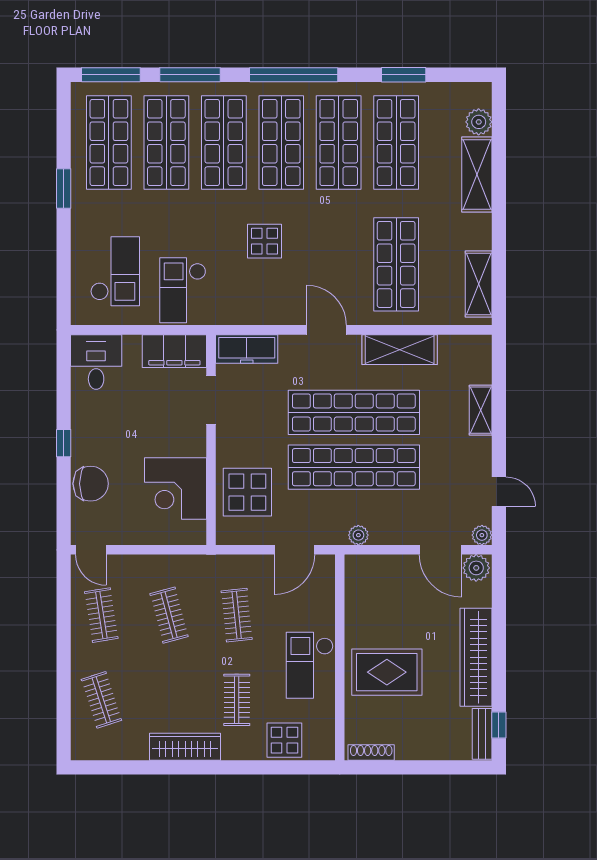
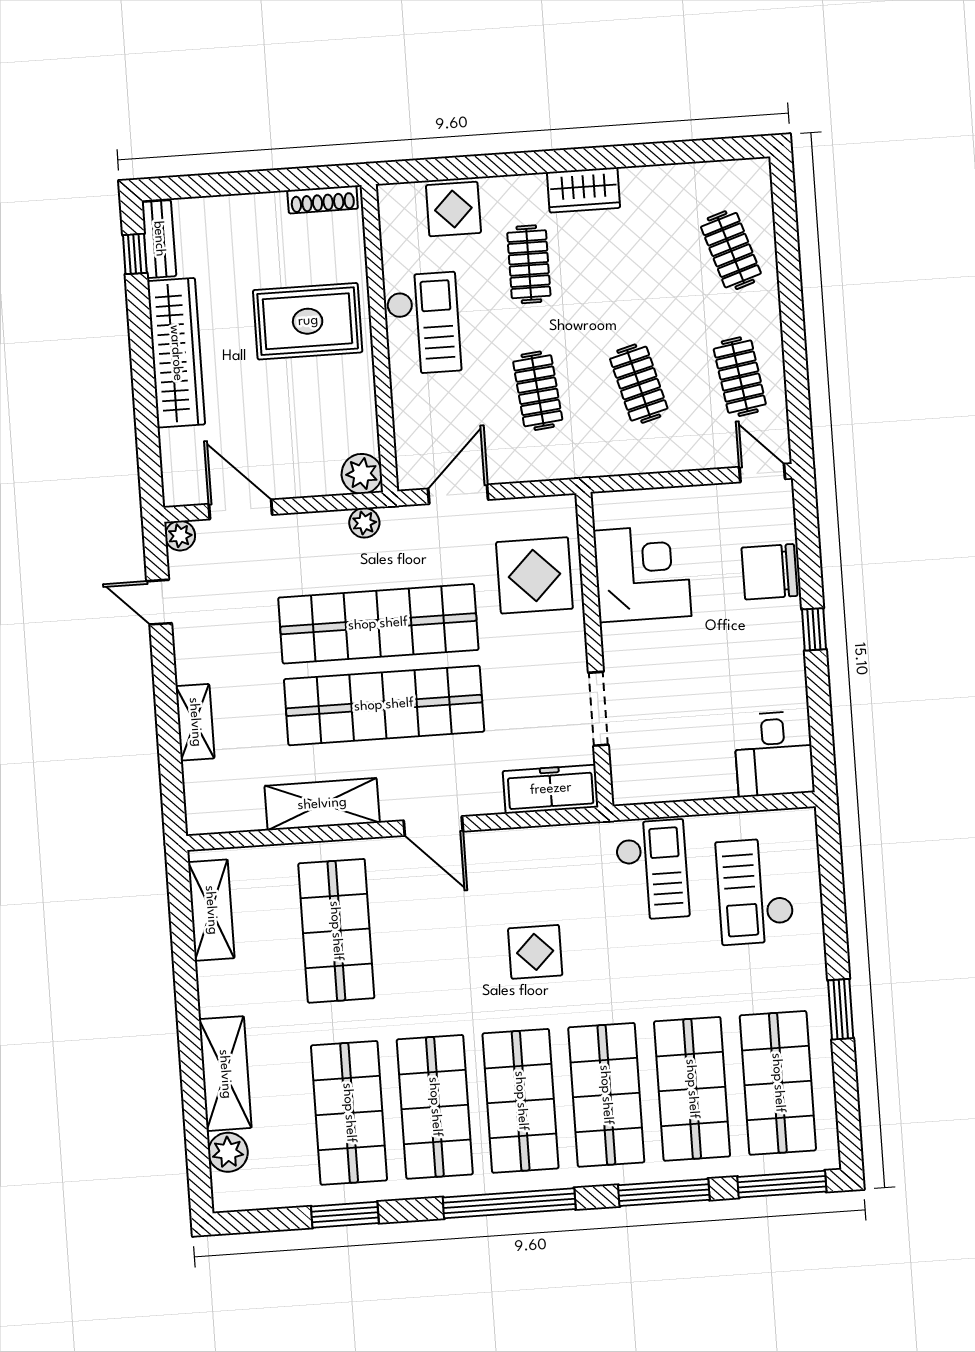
filing cabinet: (174, 351) -> (658, 778), removed
plant: (476, 568) -> (362, 474), moved
wardrobe: (185, 747) -> (584, 190), width x0.67

